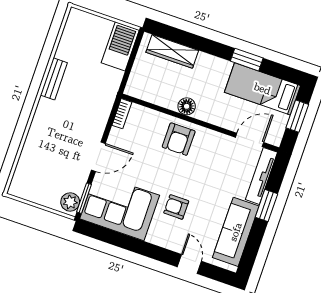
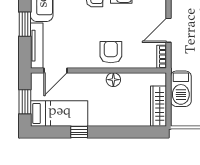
barbecue: (120, 46) -> (181, 89), moved
wardrobe: (172, 51) -> (158, 106), moved, turned -90
window: (247, 60) -> (79, 132), width x0.67
door: (98, 157) -> (168, 30), moved

